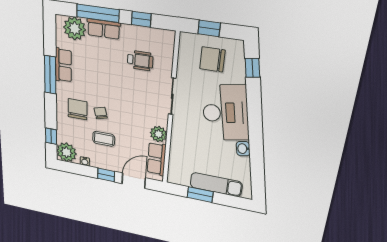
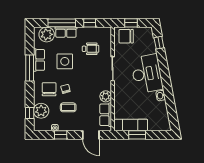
chair: (212, 59) -> (126, 36), moved
side table: (101, 73) -> (65, 61), added
plant: (66, 152) -> (41, 111), moved
window: (106, 175) -> (61, 135), moved
door: (134, 181) -> (91, 135), swing flipped
exam couch: (216, 185) -> (131, 125), moved

